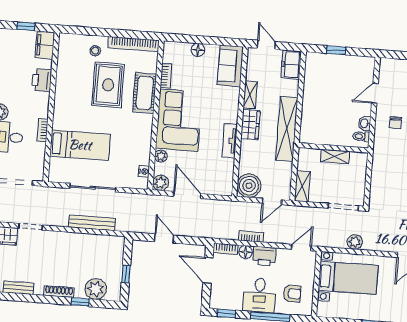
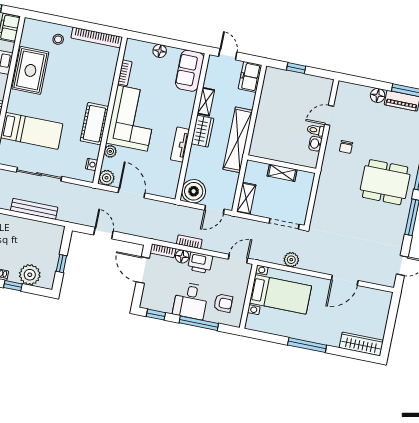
rug: (108, 85) -> (30, 70), moved
cot: (145, 93) -> (94, 124), moved
toilet: (361, 136) -> (316, 130), moved

